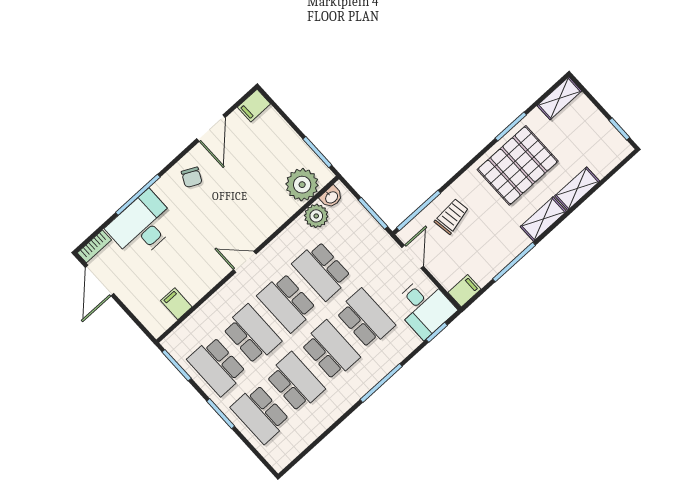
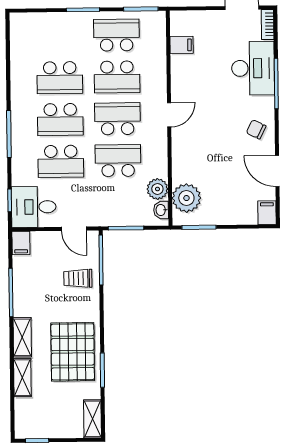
trolley: (452, 216) -> (78, 278), turned 99
school desk: (260, 414) -> (59, 36), removed

